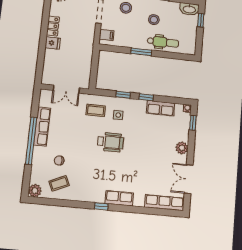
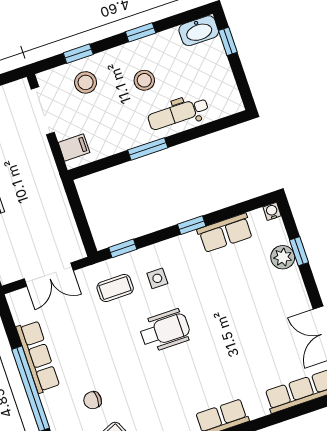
dental chair: (163, 42) -> (178, 113), turned 180
window: (123, 95) -> (123, 248), moved
window: (193, 123) -> (299, 251), moved
plant: (182, 148) -> (283, 257), moved

